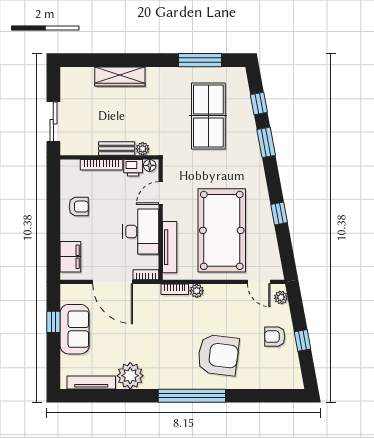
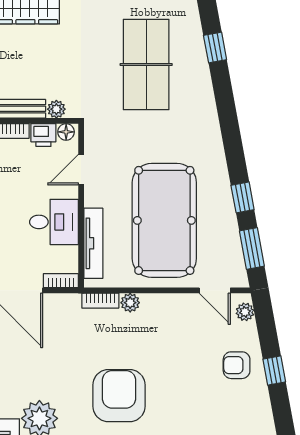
window: (266, 142) -> (252, 249), moved
desk: (141, 232) -> (54, 222), width x0.73
armchair: (218, 355) -> (119, 396), moved, turned -97

